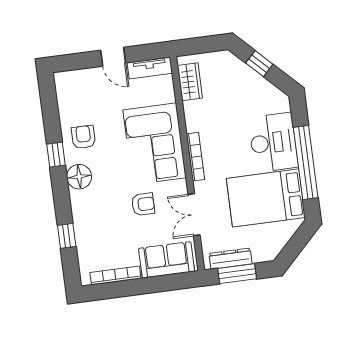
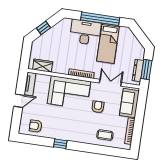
armchair: (84, 137) -> (36, 126), moved
floor lamp: (79, 177) -> (75, 135), removed
bed: (266, 198) -> (108, 43), width x0.67
double door: (194, 215) -> (110, 83), swing flipped
coffee table: (95, 232) -> (105, 135), added
window: (67, 236) -> (103, 150), removed

